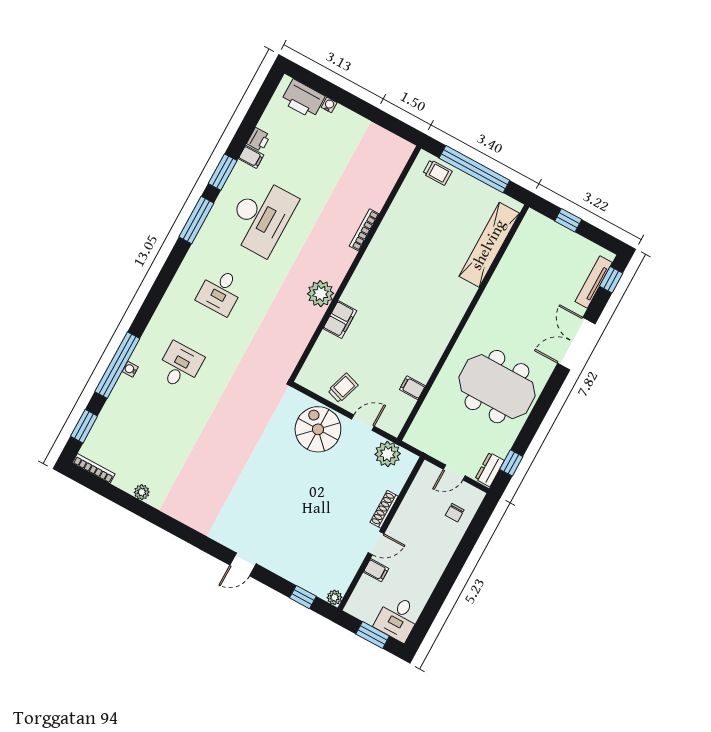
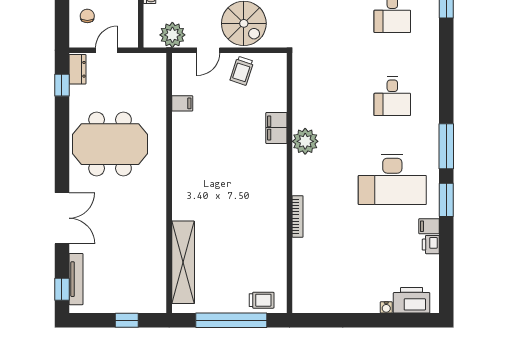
trolley: (437, 172) -> (262, 300), turned 180
desk: (261, 217) -> (392, 179), turned -90
desk: (220, 291) -> (392, 96), turned 180

